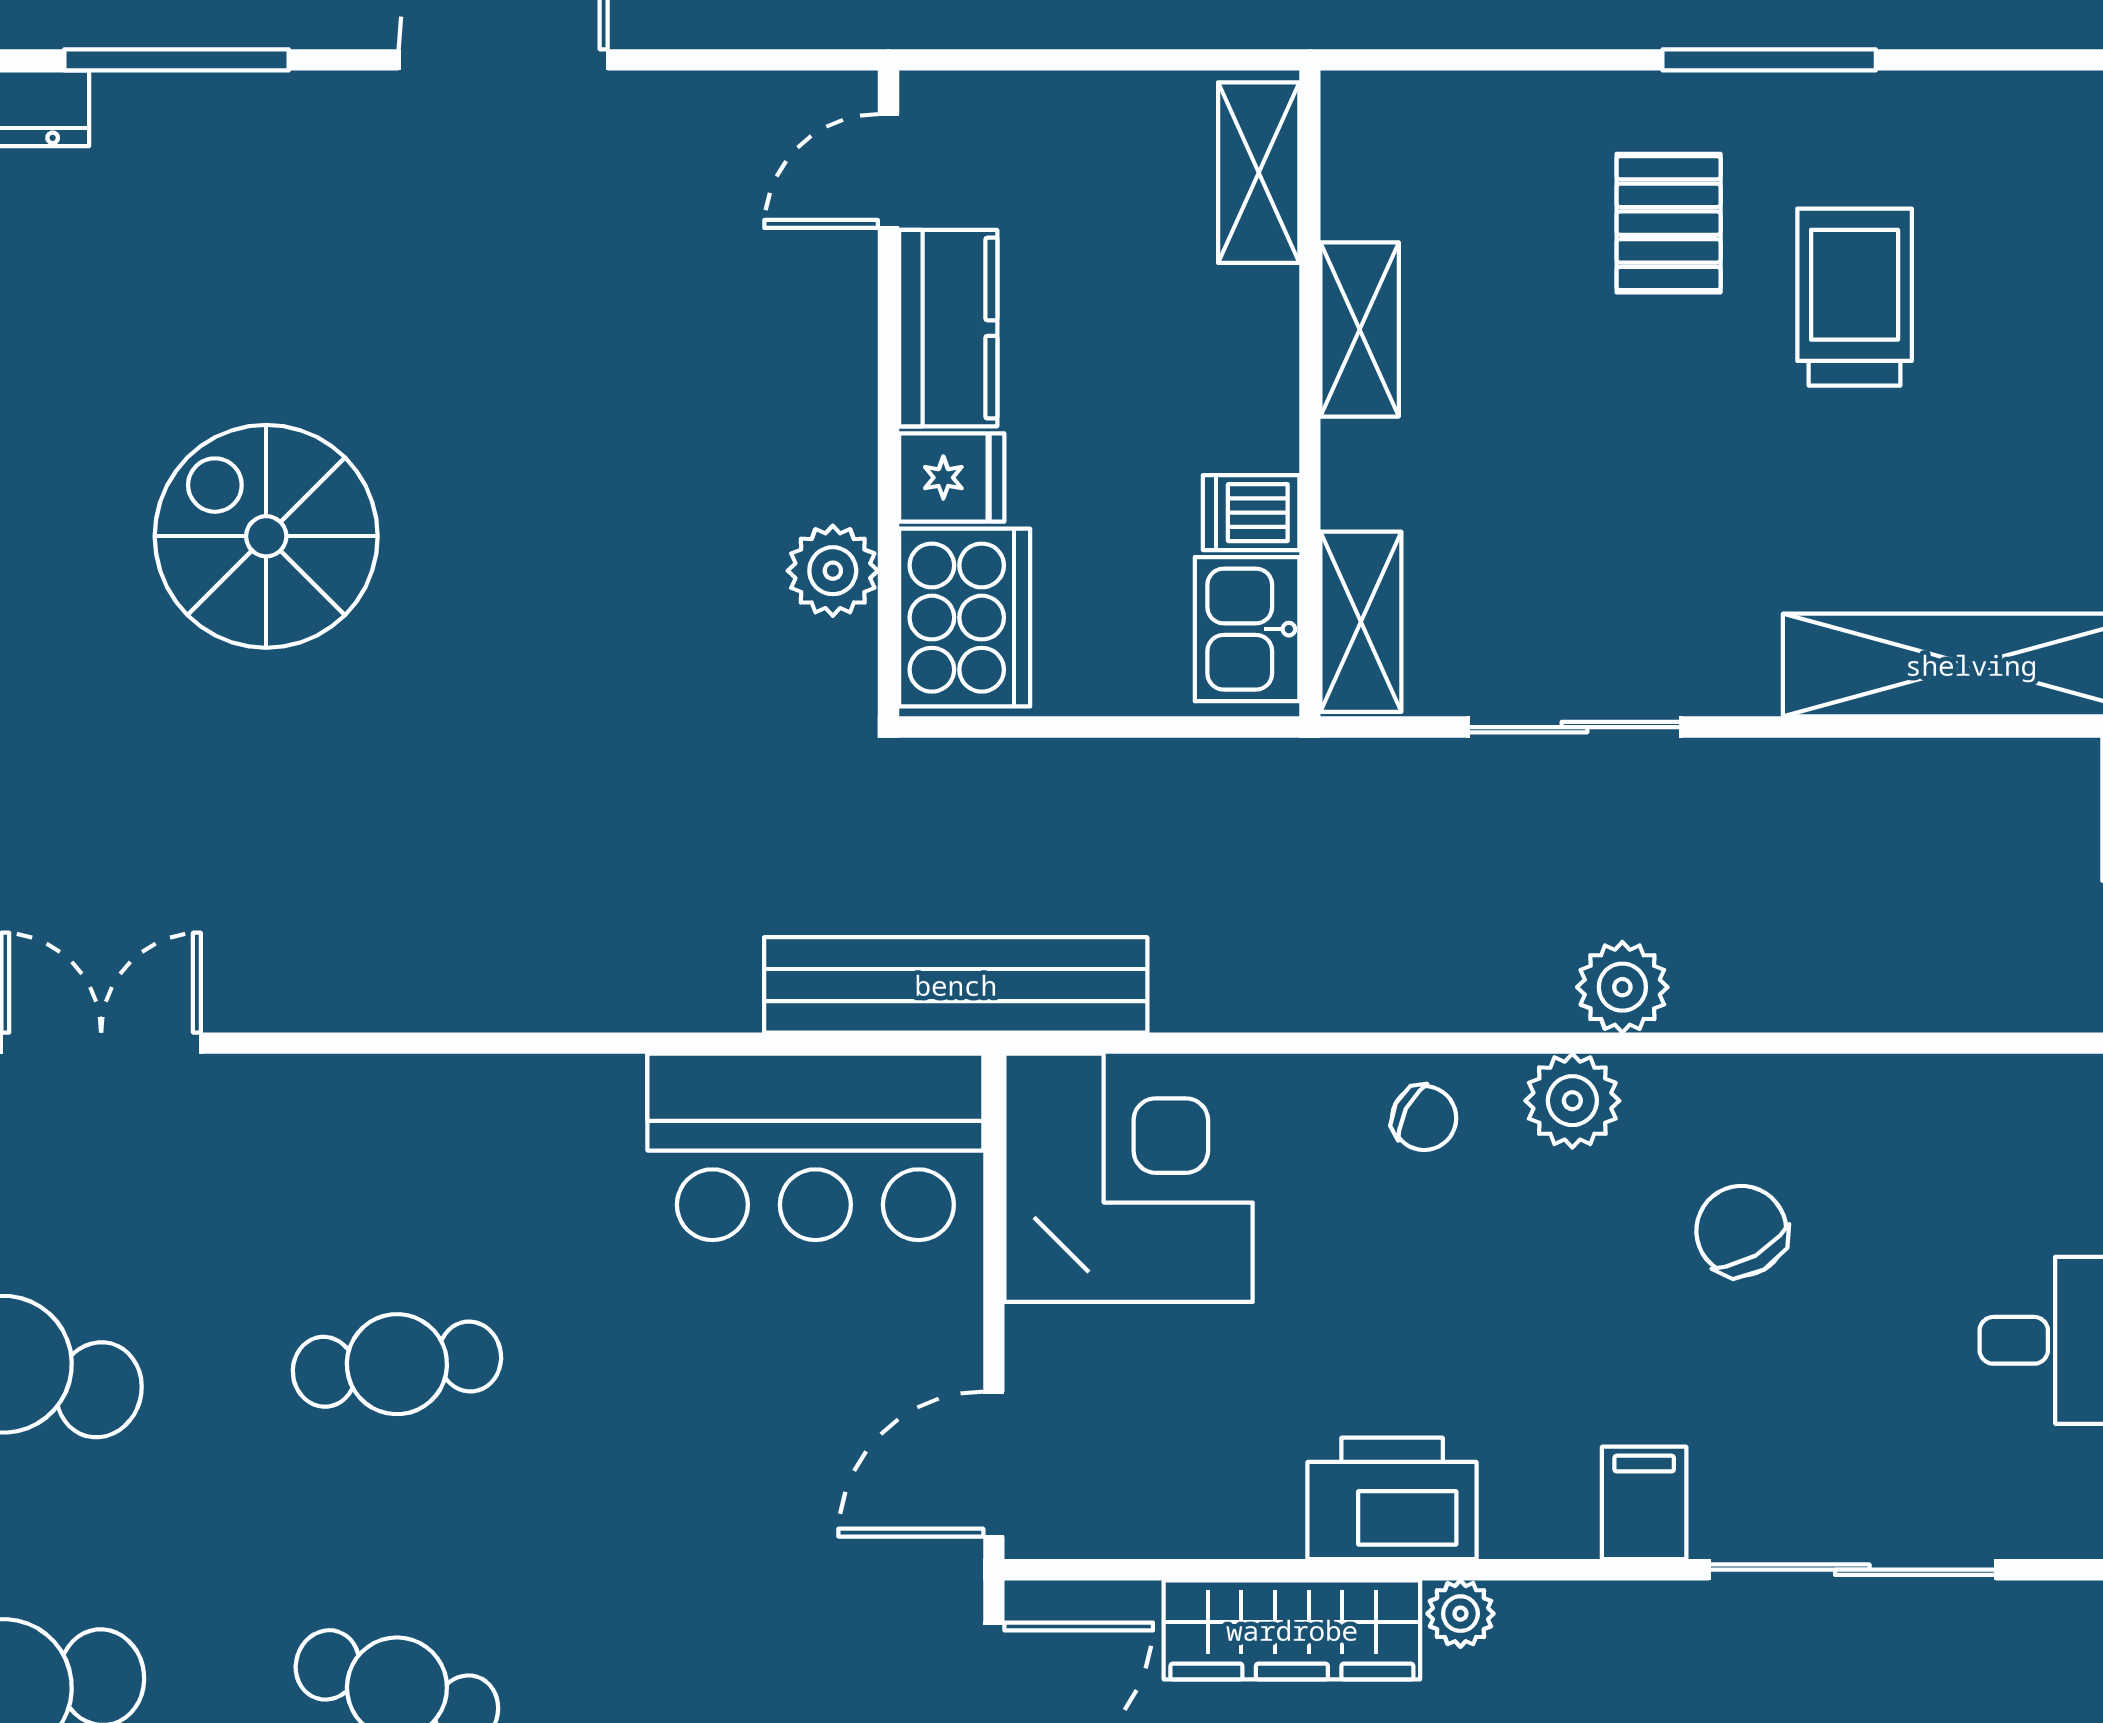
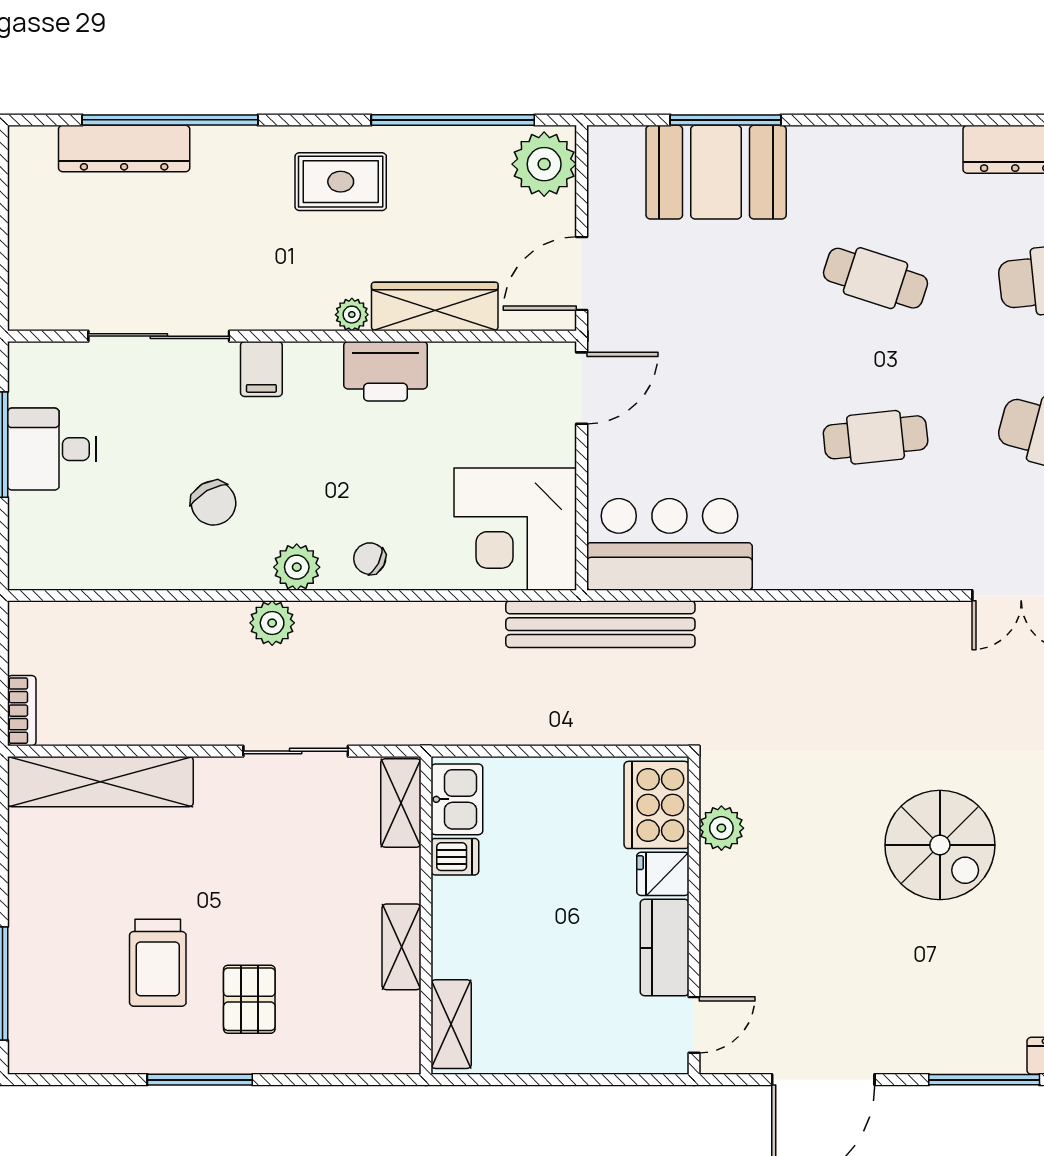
door: (889, 171) -> (694, 1025), moved
kitchen counter: (948, 328) -> (665, 948), moved
wall: (889, 393) -> (694, 915), moved
fridge: (952, 478) -> (663, 874), moved
plant: (833, 571) -> (721, 828), moved
cooker: (965, 618) -> (657, 805), moved

